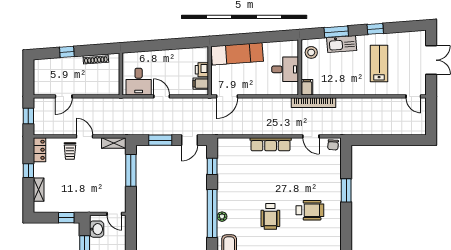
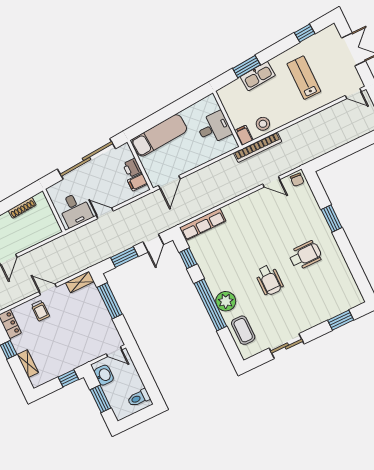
window: (375, 29) -> (305, 33), moved
sliding door: (168, 44) -> (87, 159), added
stool: (311, 52) -> (263, 124), moved
row of seats: (271, 144) -> (203, 224), moved
plant: (222, 217) -> (226, 301), width x1.87, depth x1.87

